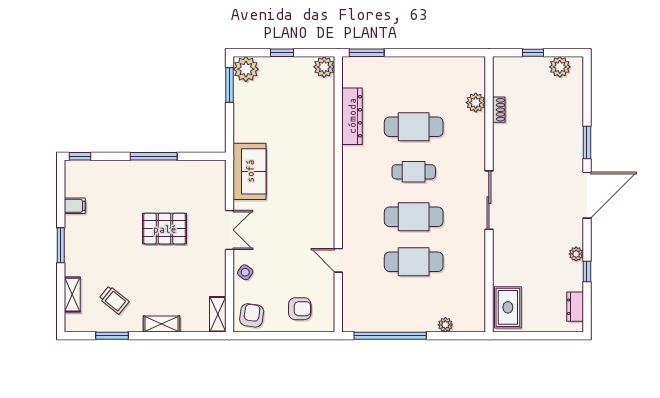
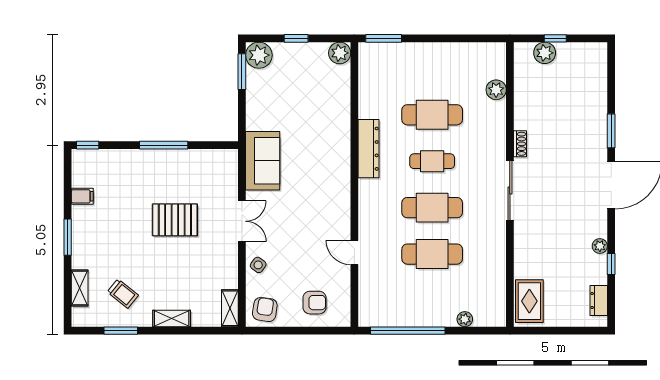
plant: (560, 67) -> (545, 53), moved
shoe rack: (499, 110) -> (520, 144), moved
dresser: (352, 116) -> (369, 149), moved

